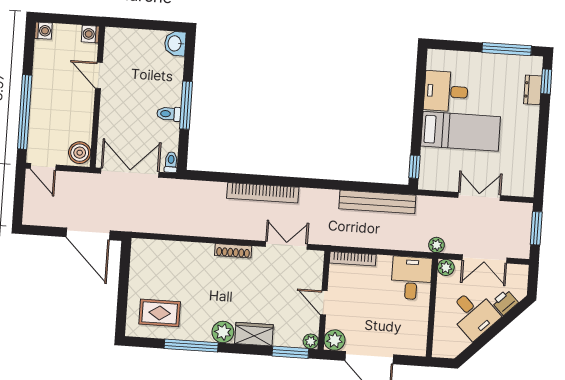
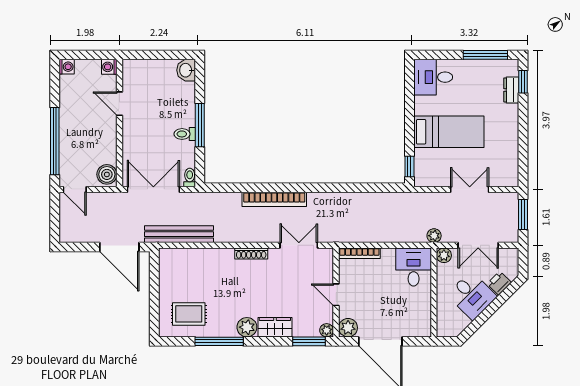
desk: (446, 91) -> (433, 77), moved
bench: (377, 202) -> (179, 234), moved

